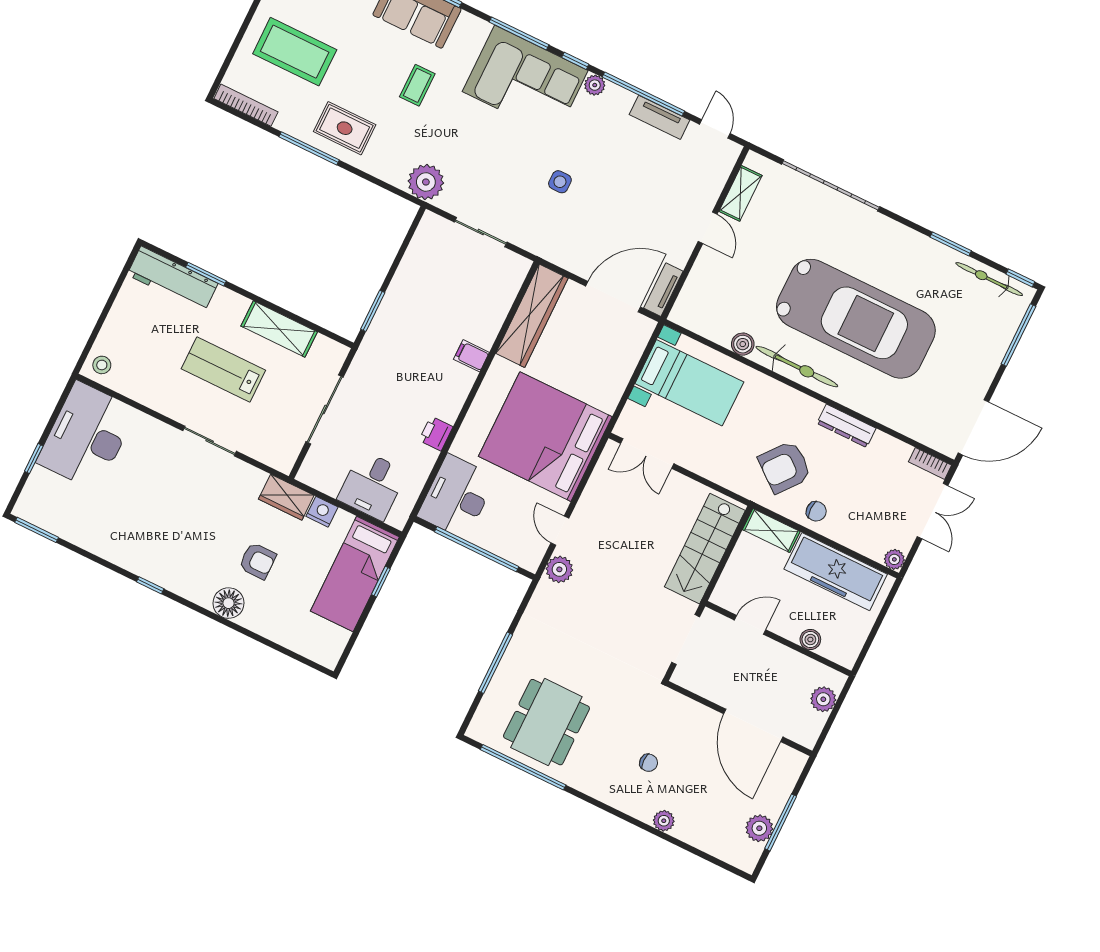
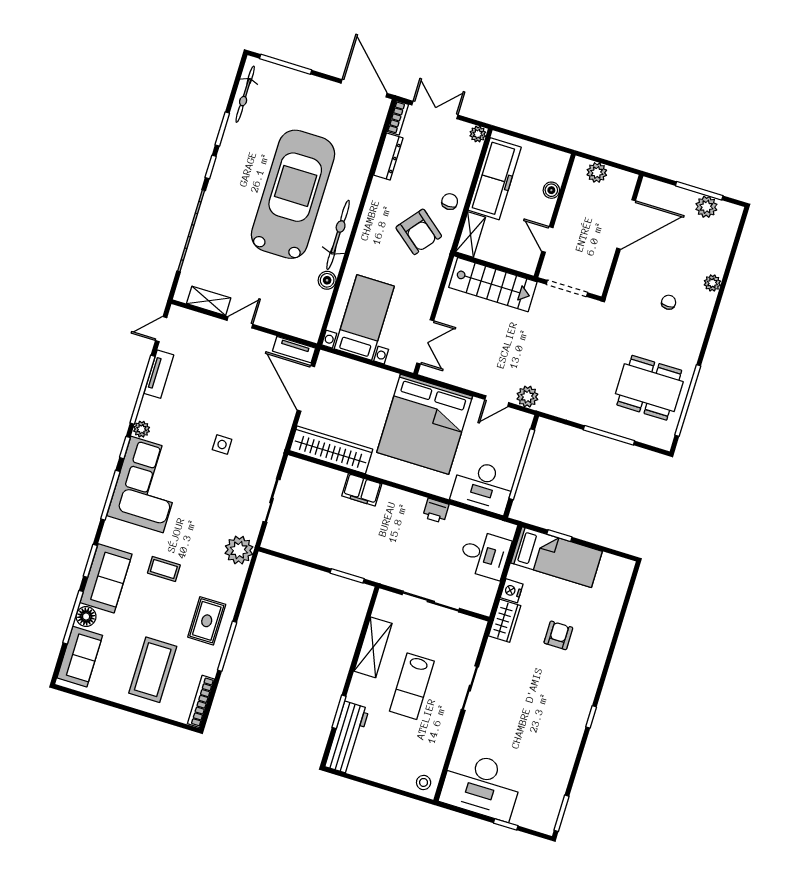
window: (1020, 278) -> (211, 167), moved
filing cabinet: (471, 356) -> (362, 490), width x2.00
dresser: (846, 426) -> (388, 157), moved
floor lamp: (229, 603) -> (595, 653), removed

